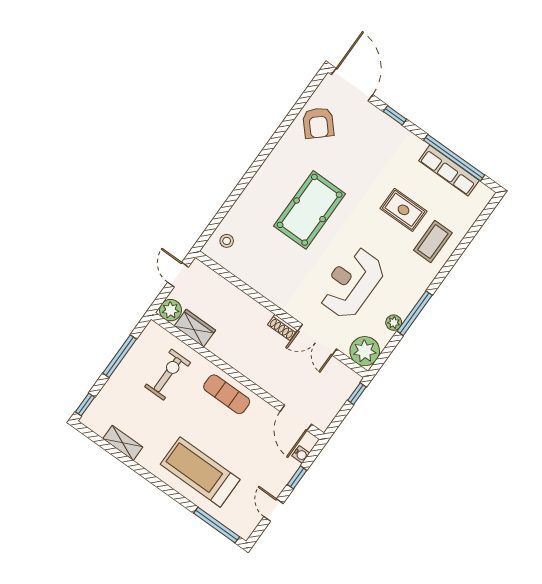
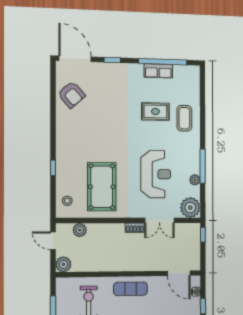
row of seats: (449, 171) -> (158, 71), width x0.68
window: (237, 192) -> (53, 168), added
pool table: (310, 210) -> (102, 187), moved
reception desk: (351, 283) -> (156, 174), turned 180
plant: (217, 284) -> (80, 230), added
wardrobe: (195, 328) -> (85, 264), removed

